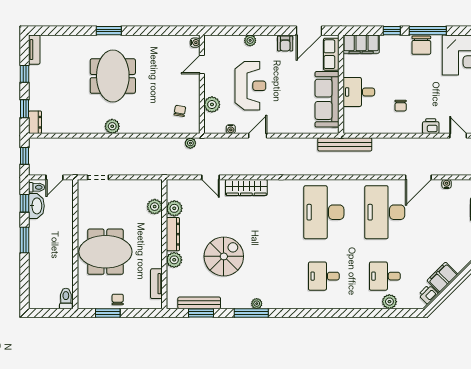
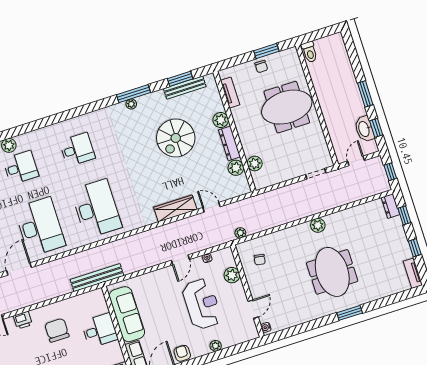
reception desk: (250, 86) -> (202, 304), turned 180
chair: (401, 106) -> (57, 330), width x1.87, depth x1.87
toilet: (37, 187) -> (370, 146), removed

